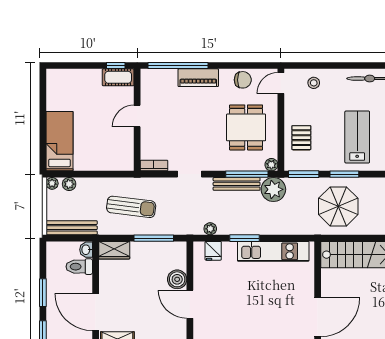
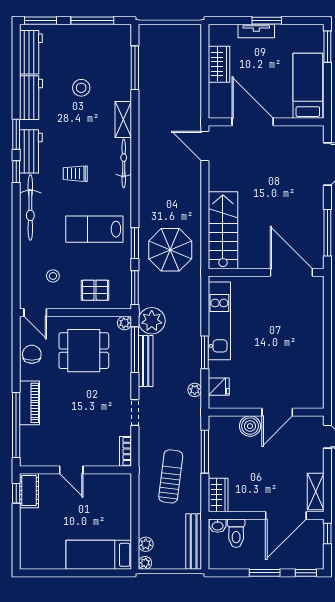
stool: (314, 83) -> (53, 276), moved

